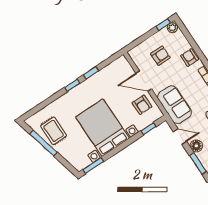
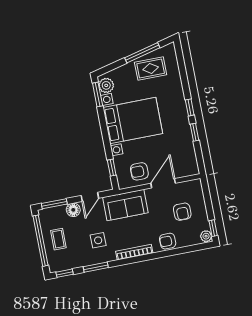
armchair: (190, 57) -> (168, 241), turned 180
plant: (83, 162) -> (106, 85), added

